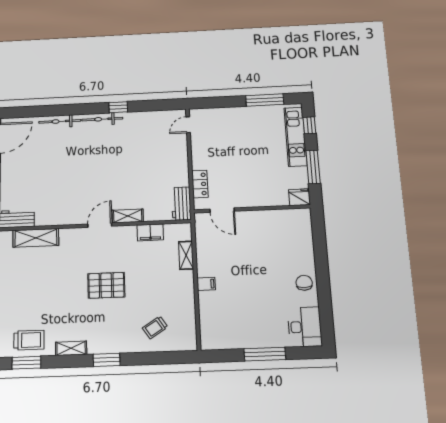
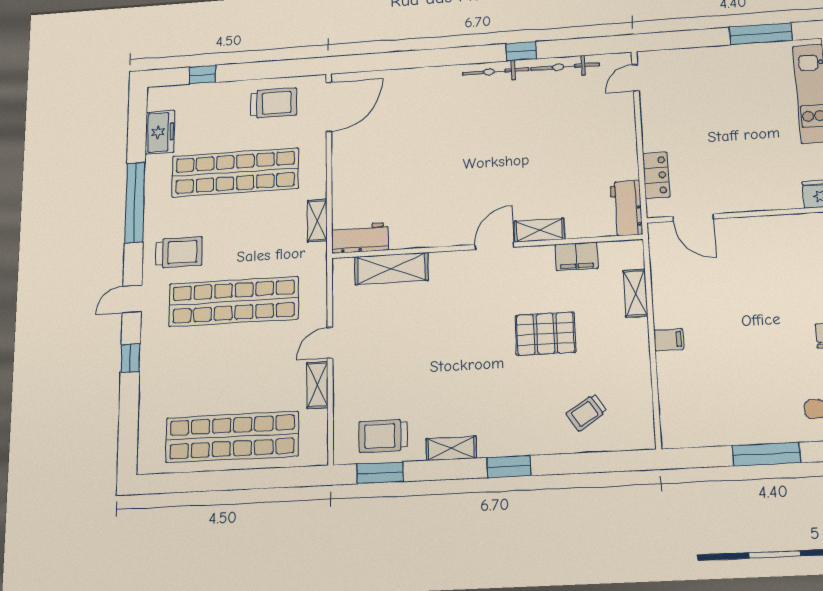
bicycle: (60, 121) -> (565, 67), moved
pallet: (106, 285) -> (545, 334), moved
trolley: (29, 340) -> (383, 436), turned 180

